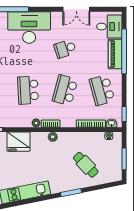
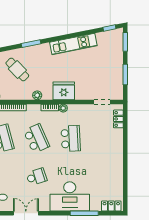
school desk: (65, 90) -> (36, 138), turned -39
plant: (53, 137) -> (37, 95), moved
fridge: (18, 142) -> (64, 91), moved

